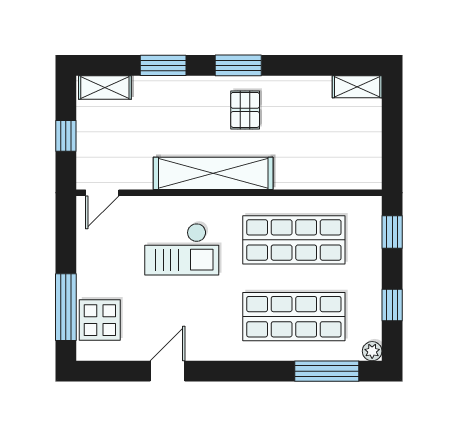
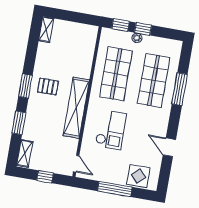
window: (392, 305) -> (143, 29), moved
window: (66, 307) -> (115, 189), moved
plant: (372, 351) -> (137, 38), moved
window: (327, 371) -> (180, 89), moved

